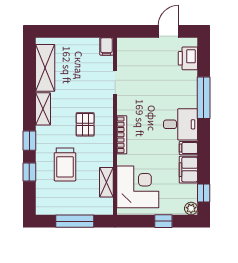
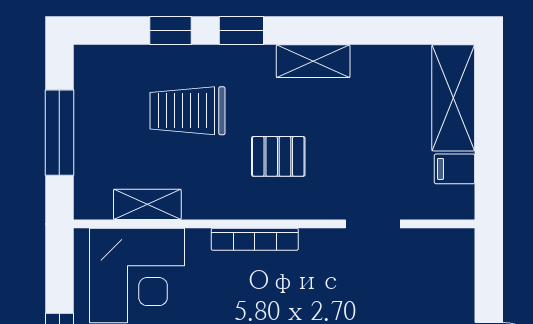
filing cabinet: (106, 46) -> (455, 169), moved
shelving: (45, 68) -> (453, 98), moved, turned 90

